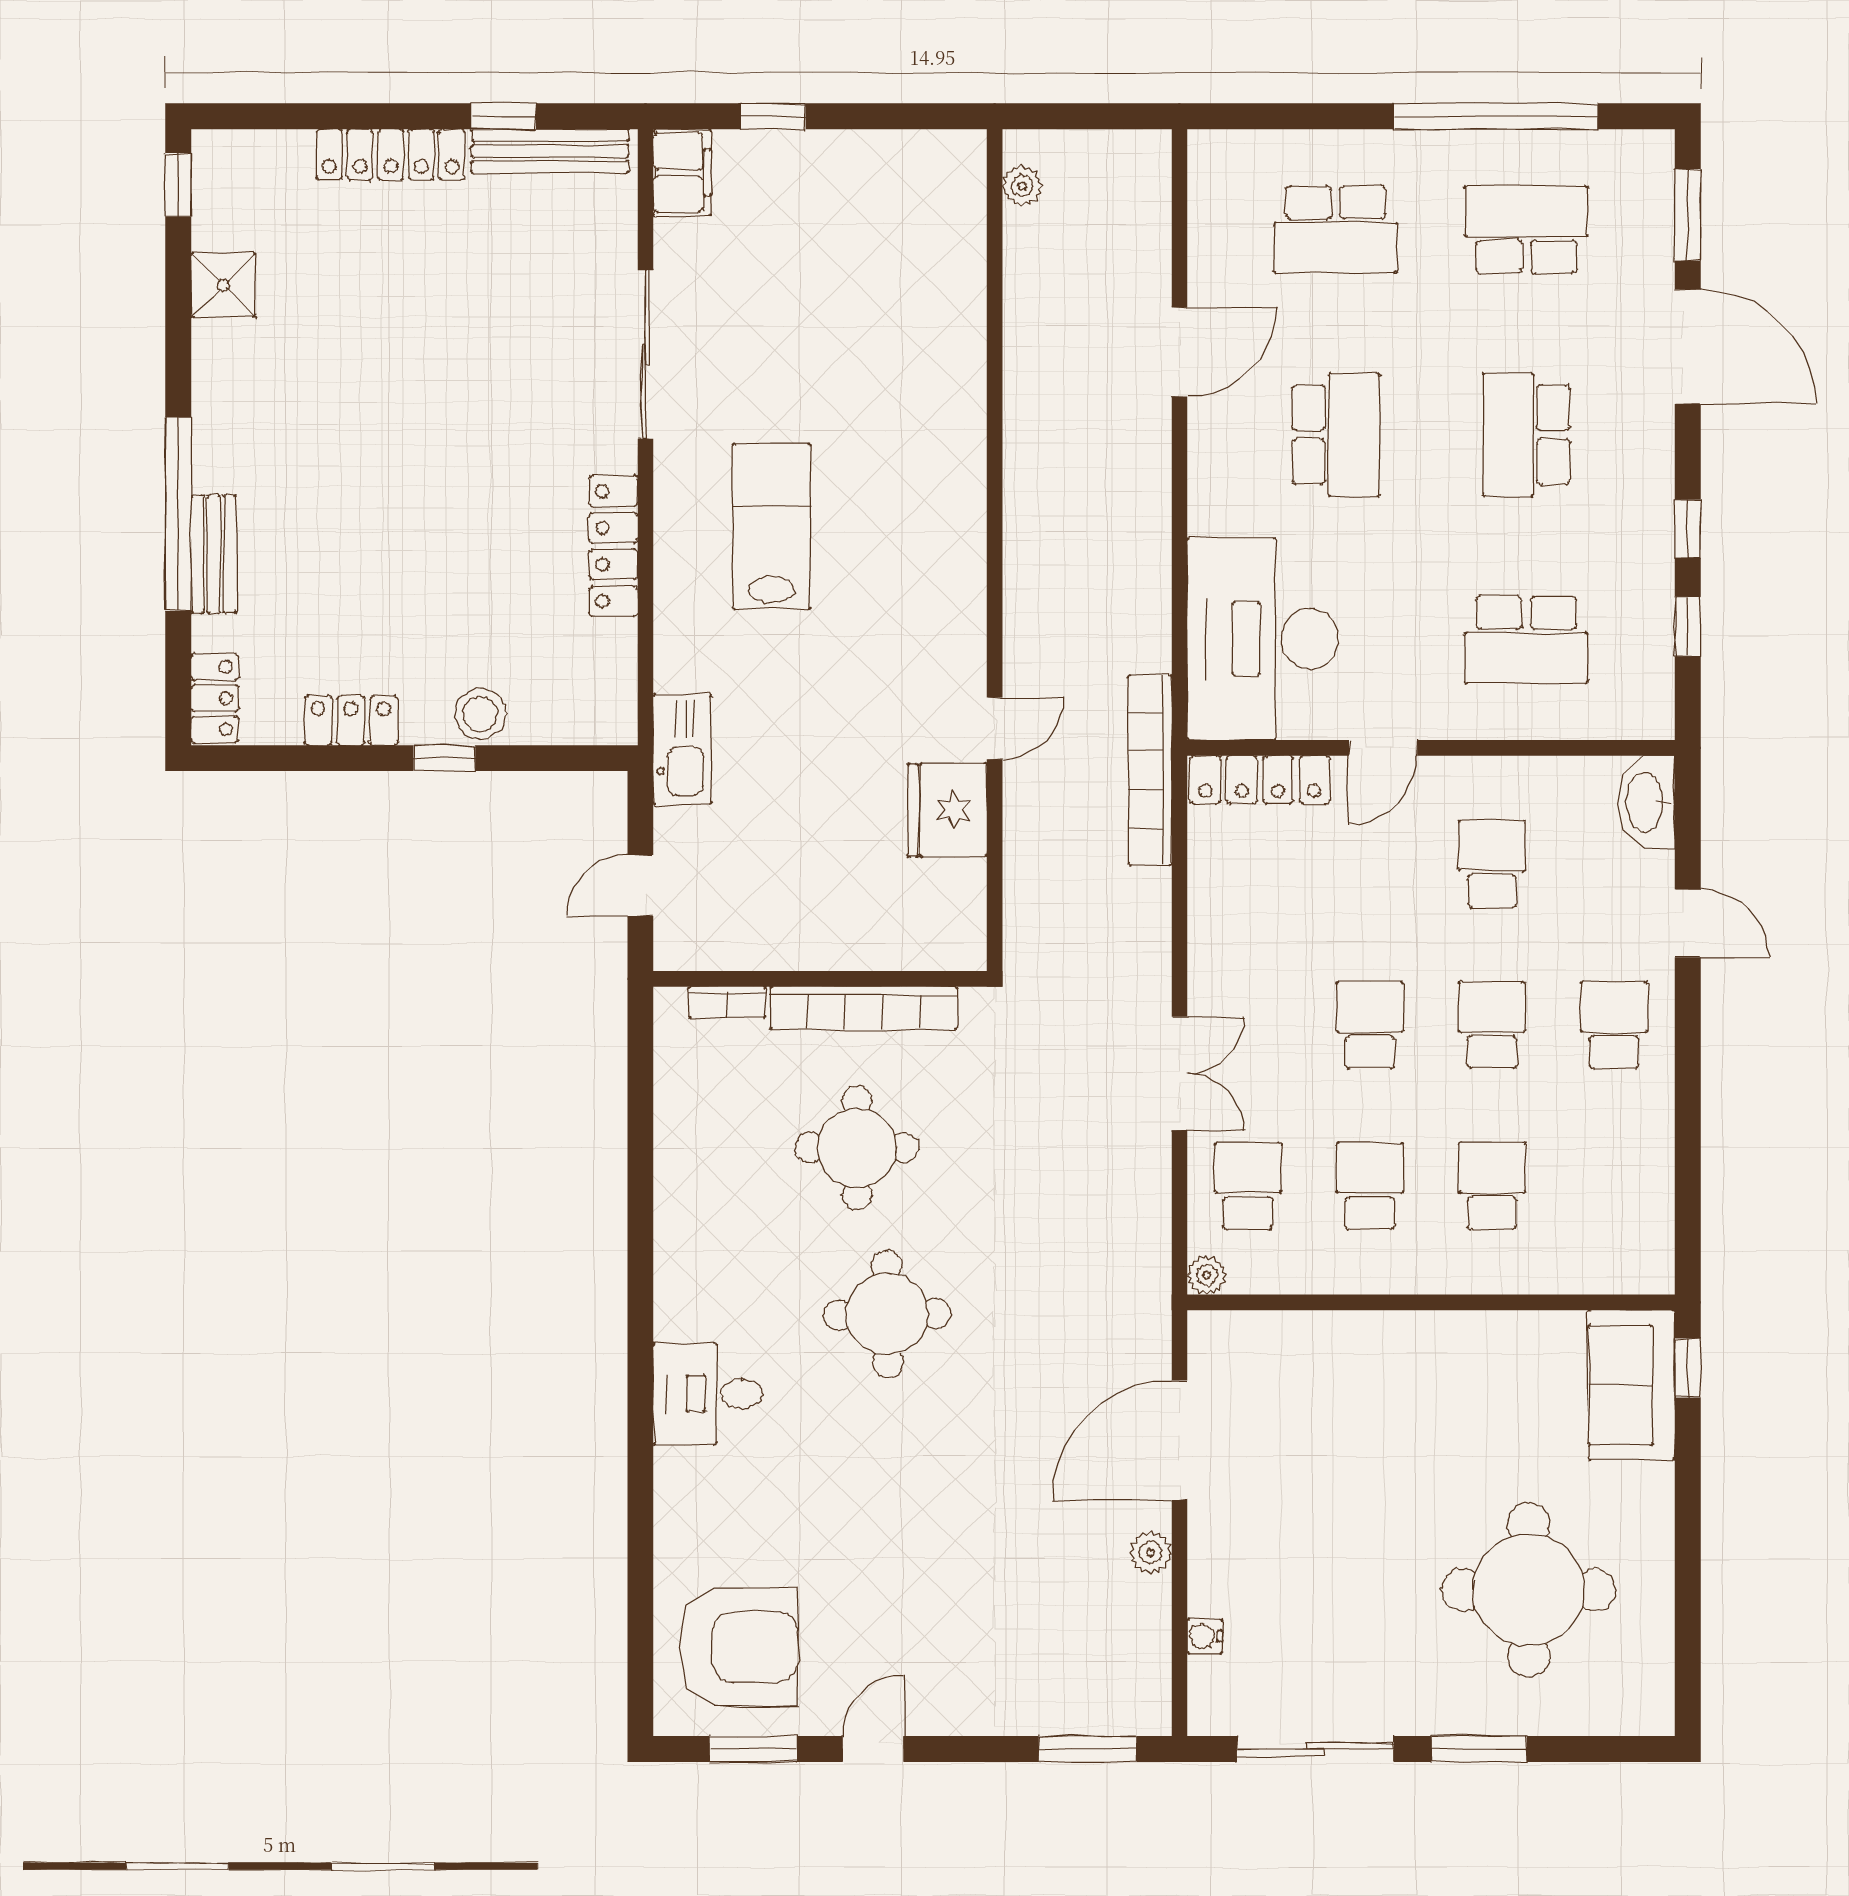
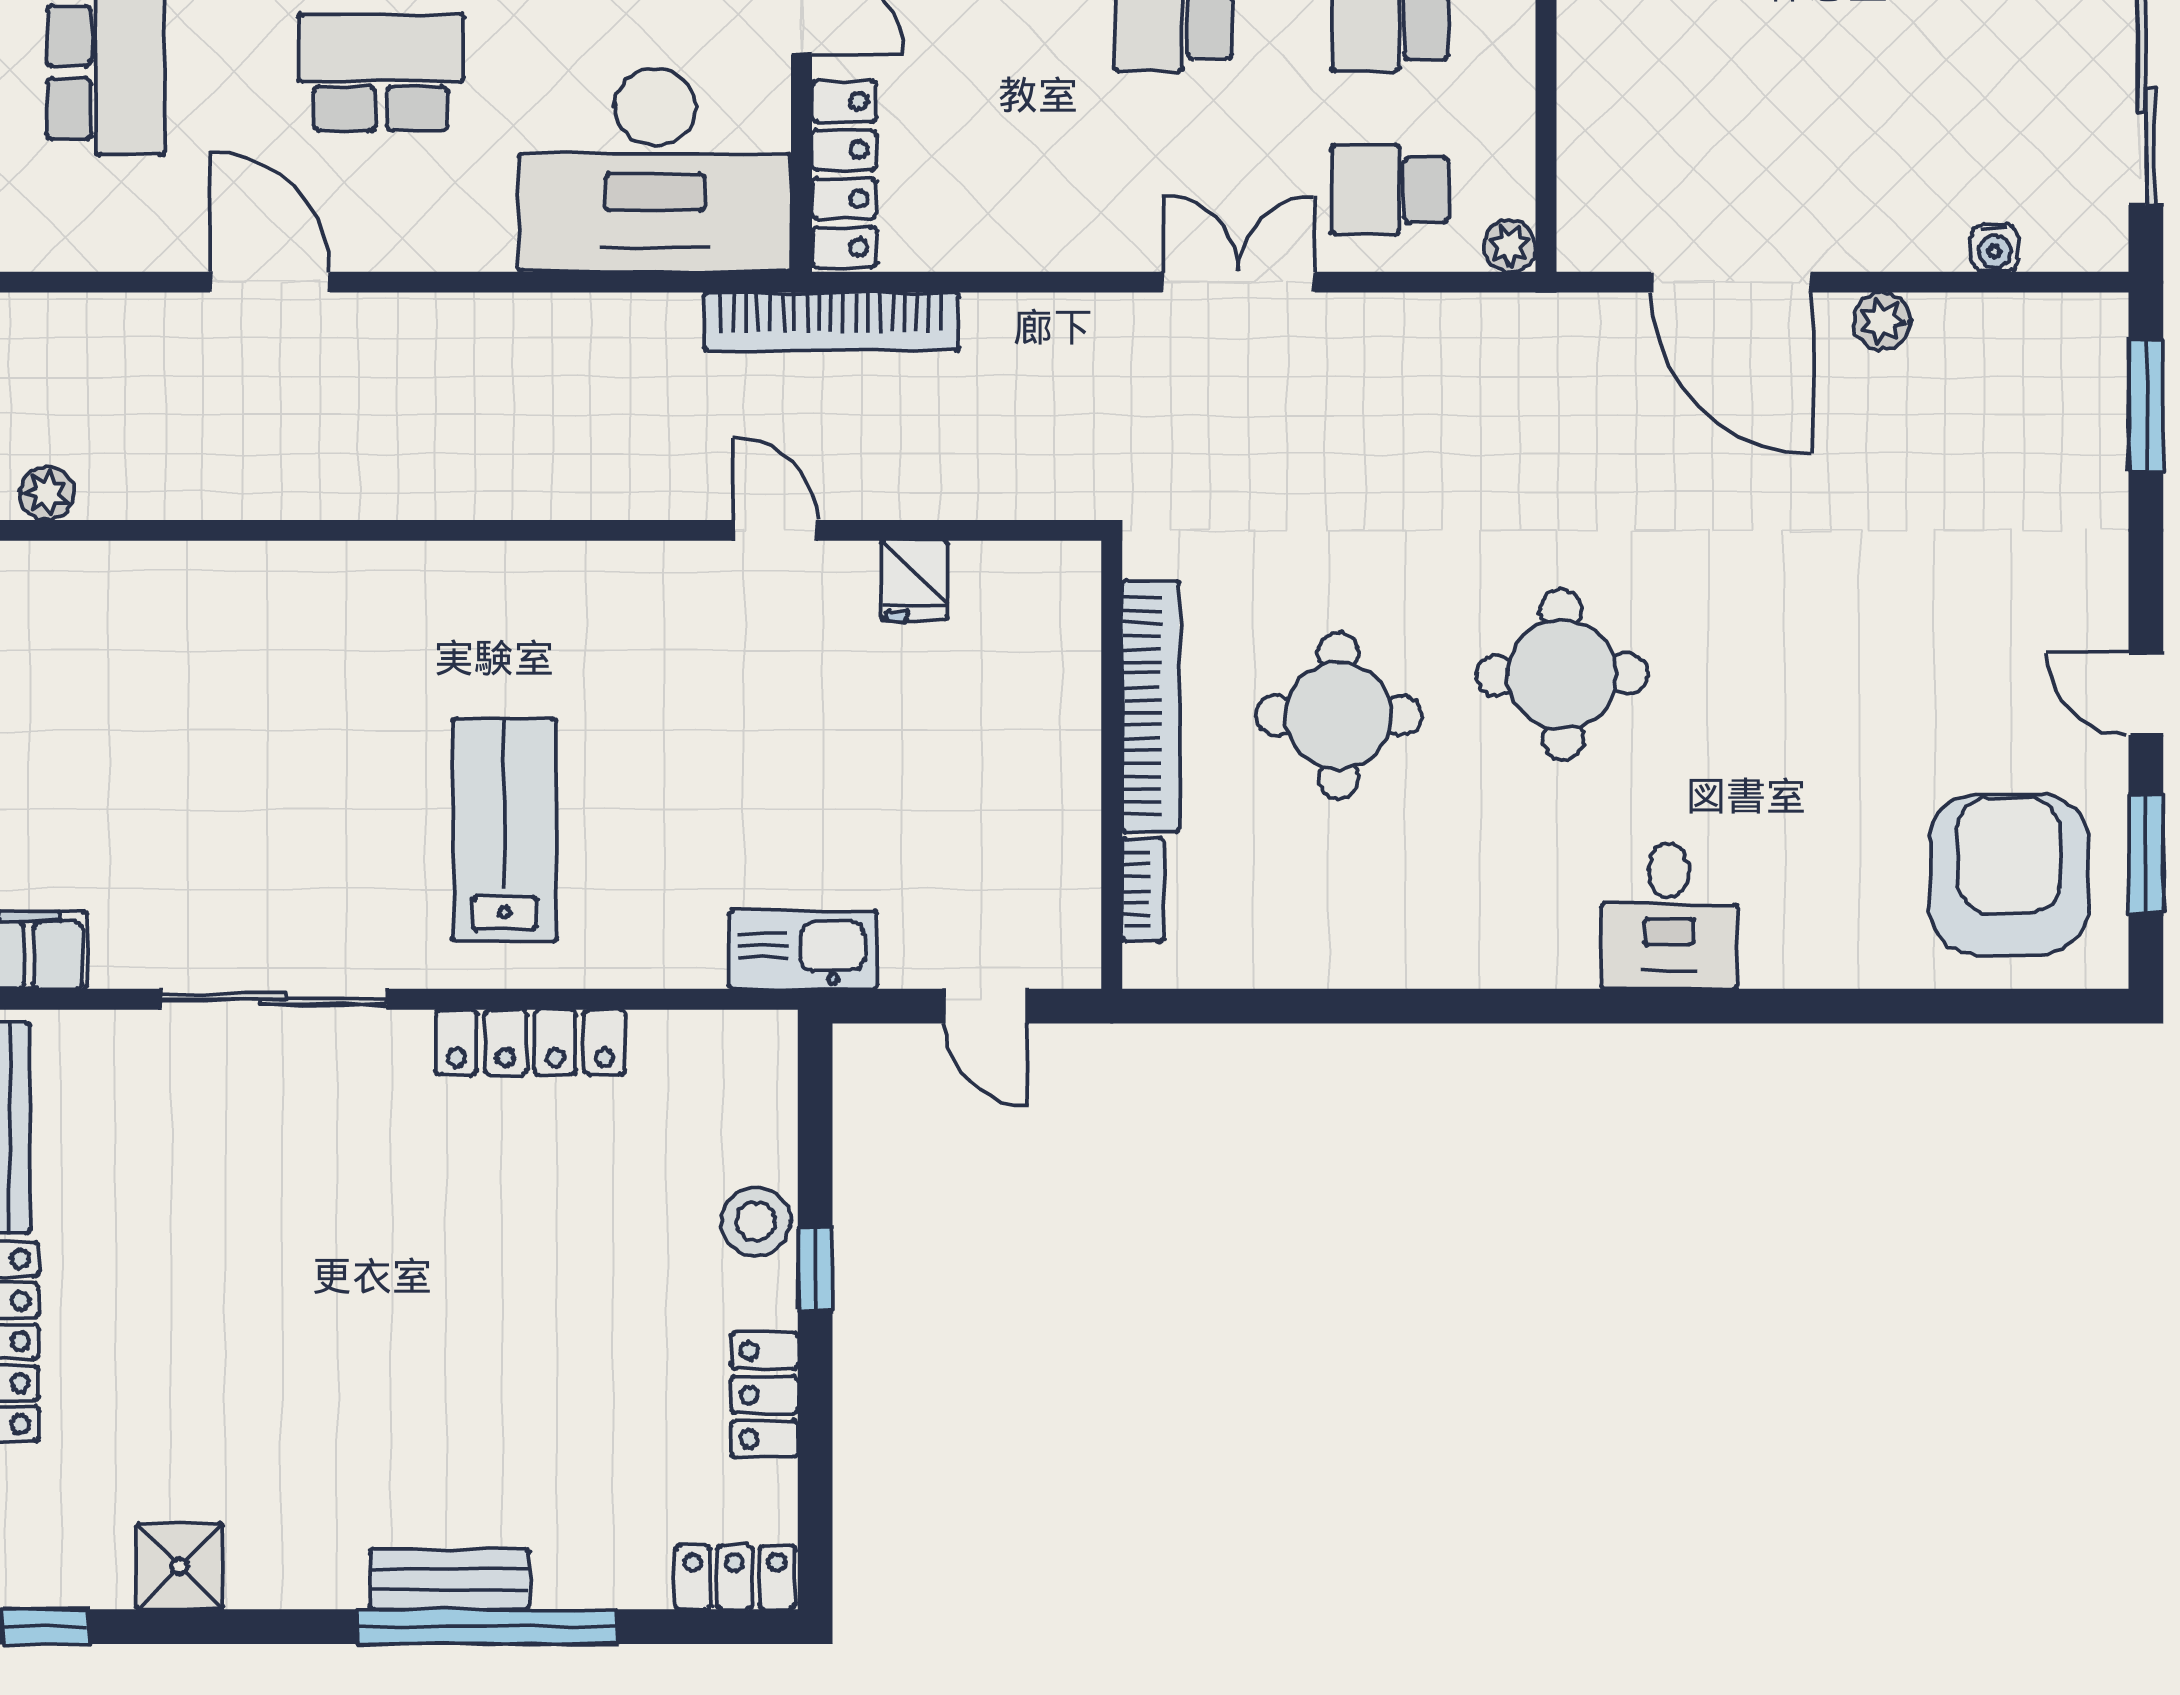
lab bench: (772, 527) -> (504, 830), turned 90
bench: (214, 554) -> (450, 1579), moved
fridge: (947, 810) -> (914, 581), width x0.53, depth x0.75

